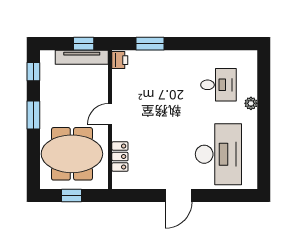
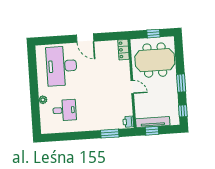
desk: (218, 85) -> (64, 110), turned 180
door: (110, 114) -> (132, 87), hinge flipped
locker: (120, 157) -> (123, 50), moved
door: (179, 195) -> (85, 38), swing flipped

